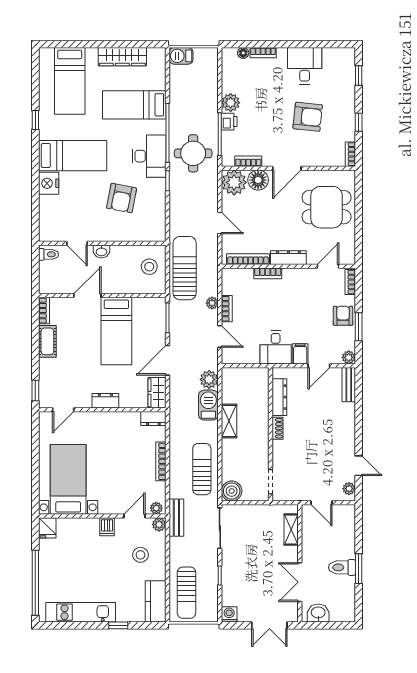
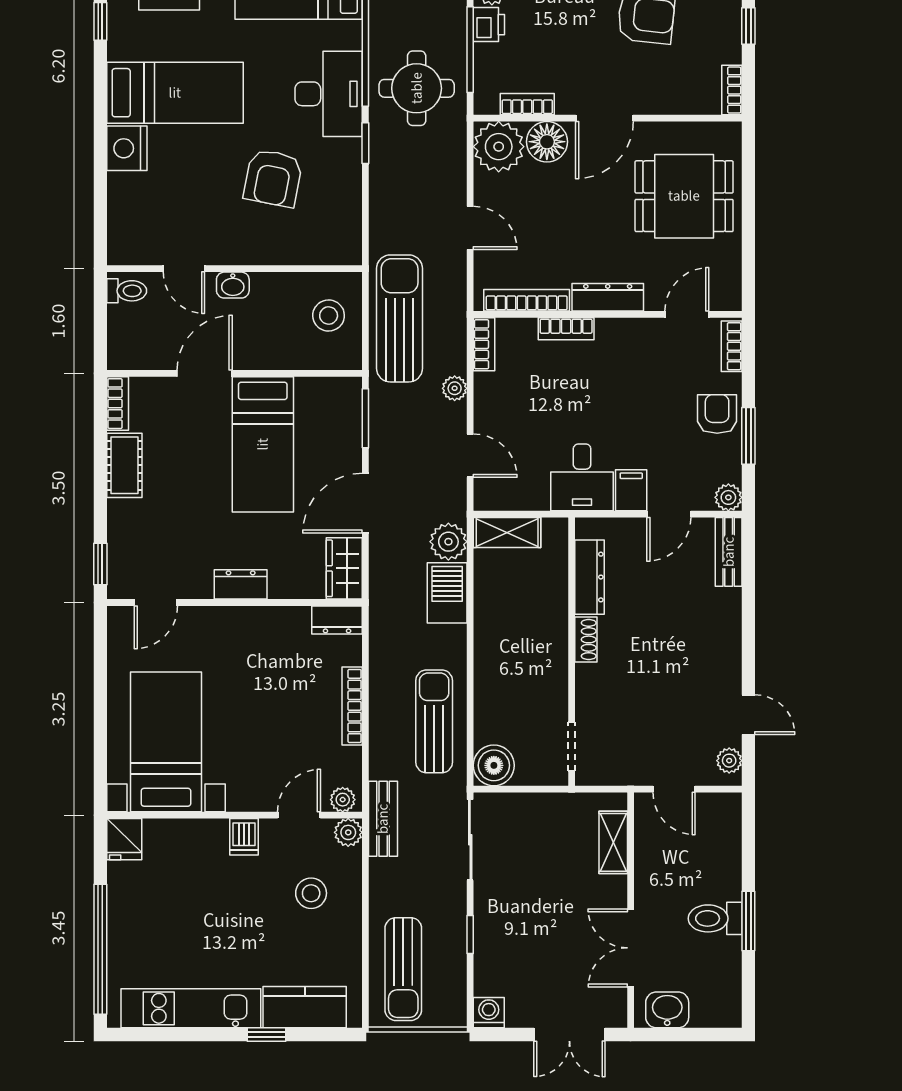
bookcase: (227, 309) -> (484, 344), moved
shelving: (229, 421) -> (507, 533), moved, turned 90
kitchen counter: (156, 601) -> (305, 1007), moved, turned 90

